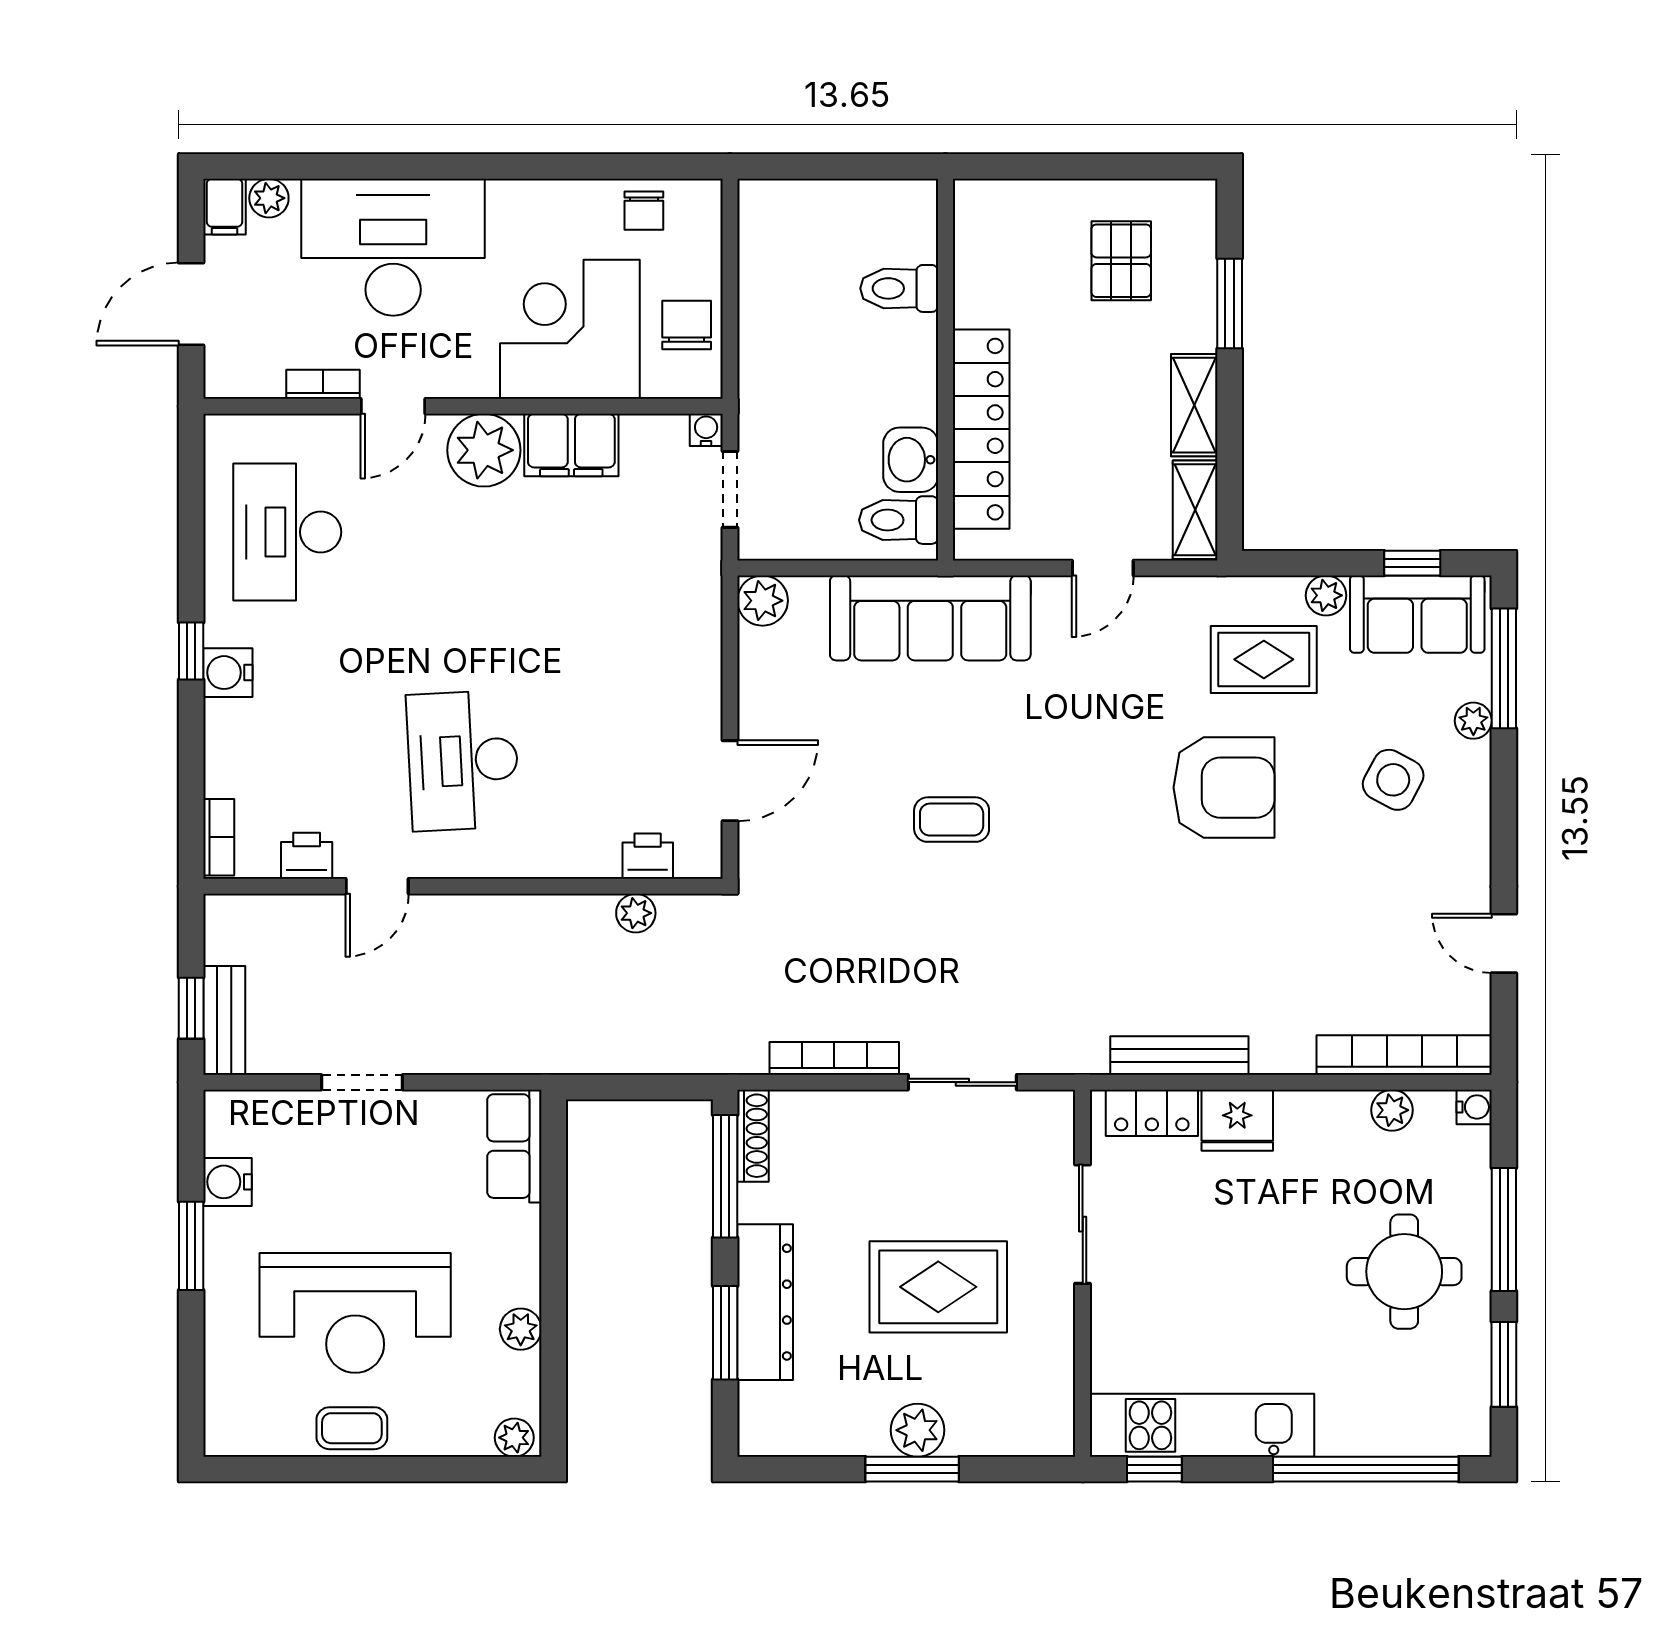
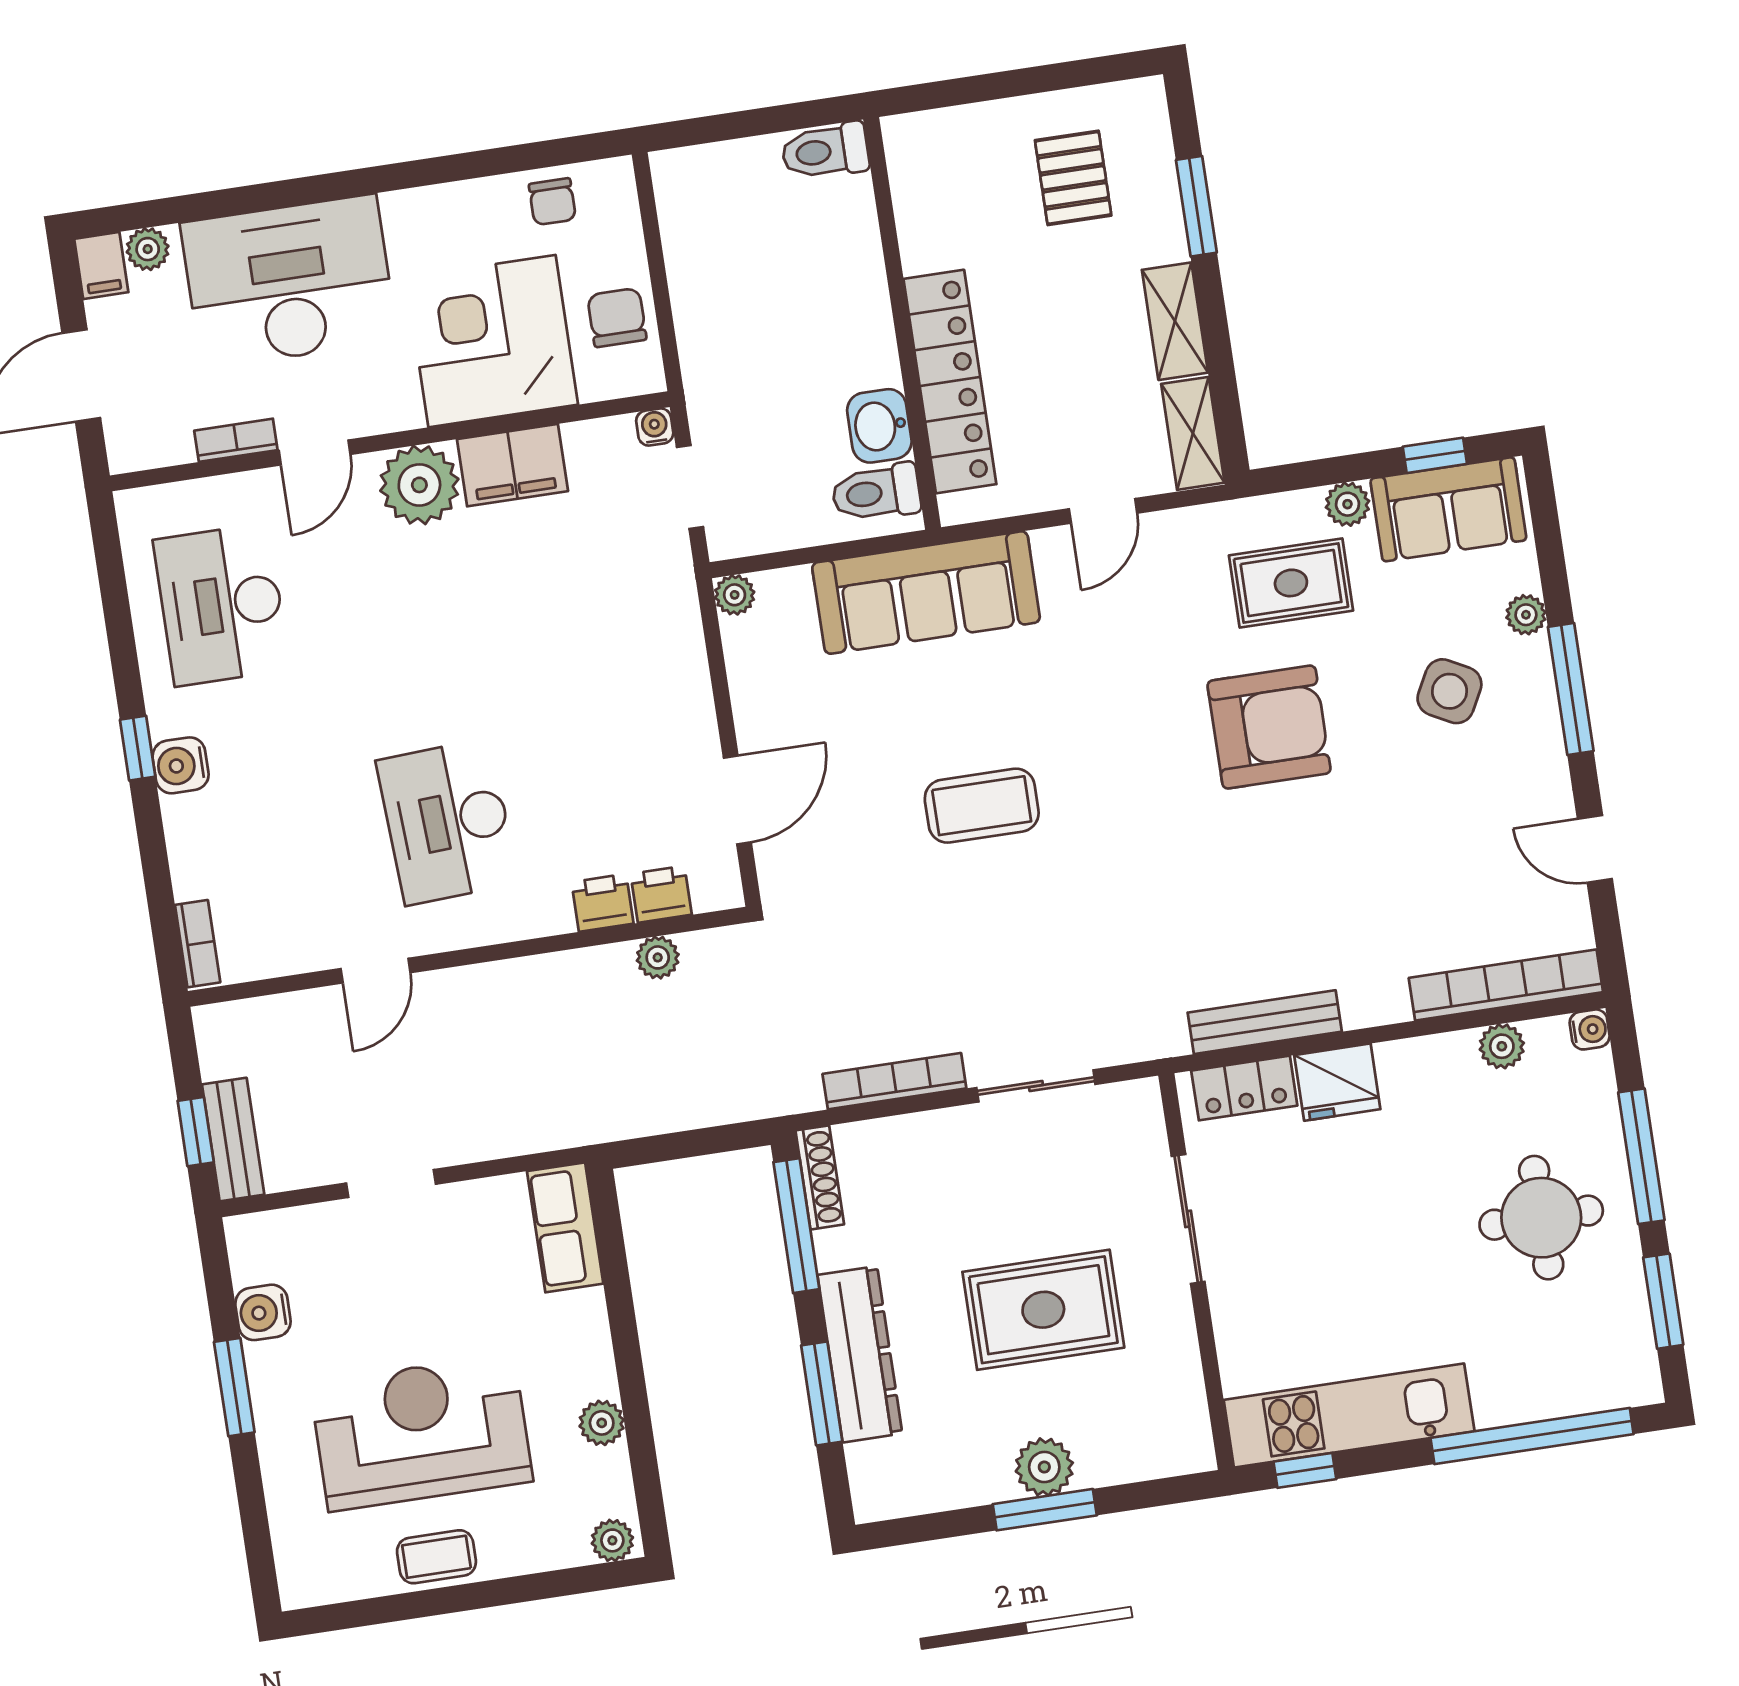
toilet: (899, 288) -> (825, 151), moved
plant: (763, 601) -> (735, 595), width x0.73, depth x0.73
window: (1504, 668) -> (1571, 689), moved
coffee table: (952, 820) -> (982, 806), width x1.36, depth x1.30
printer: (307, 856) -> (603, 903), moved
reception desk: (355, 1313) -> (421, 1432), turned 180

